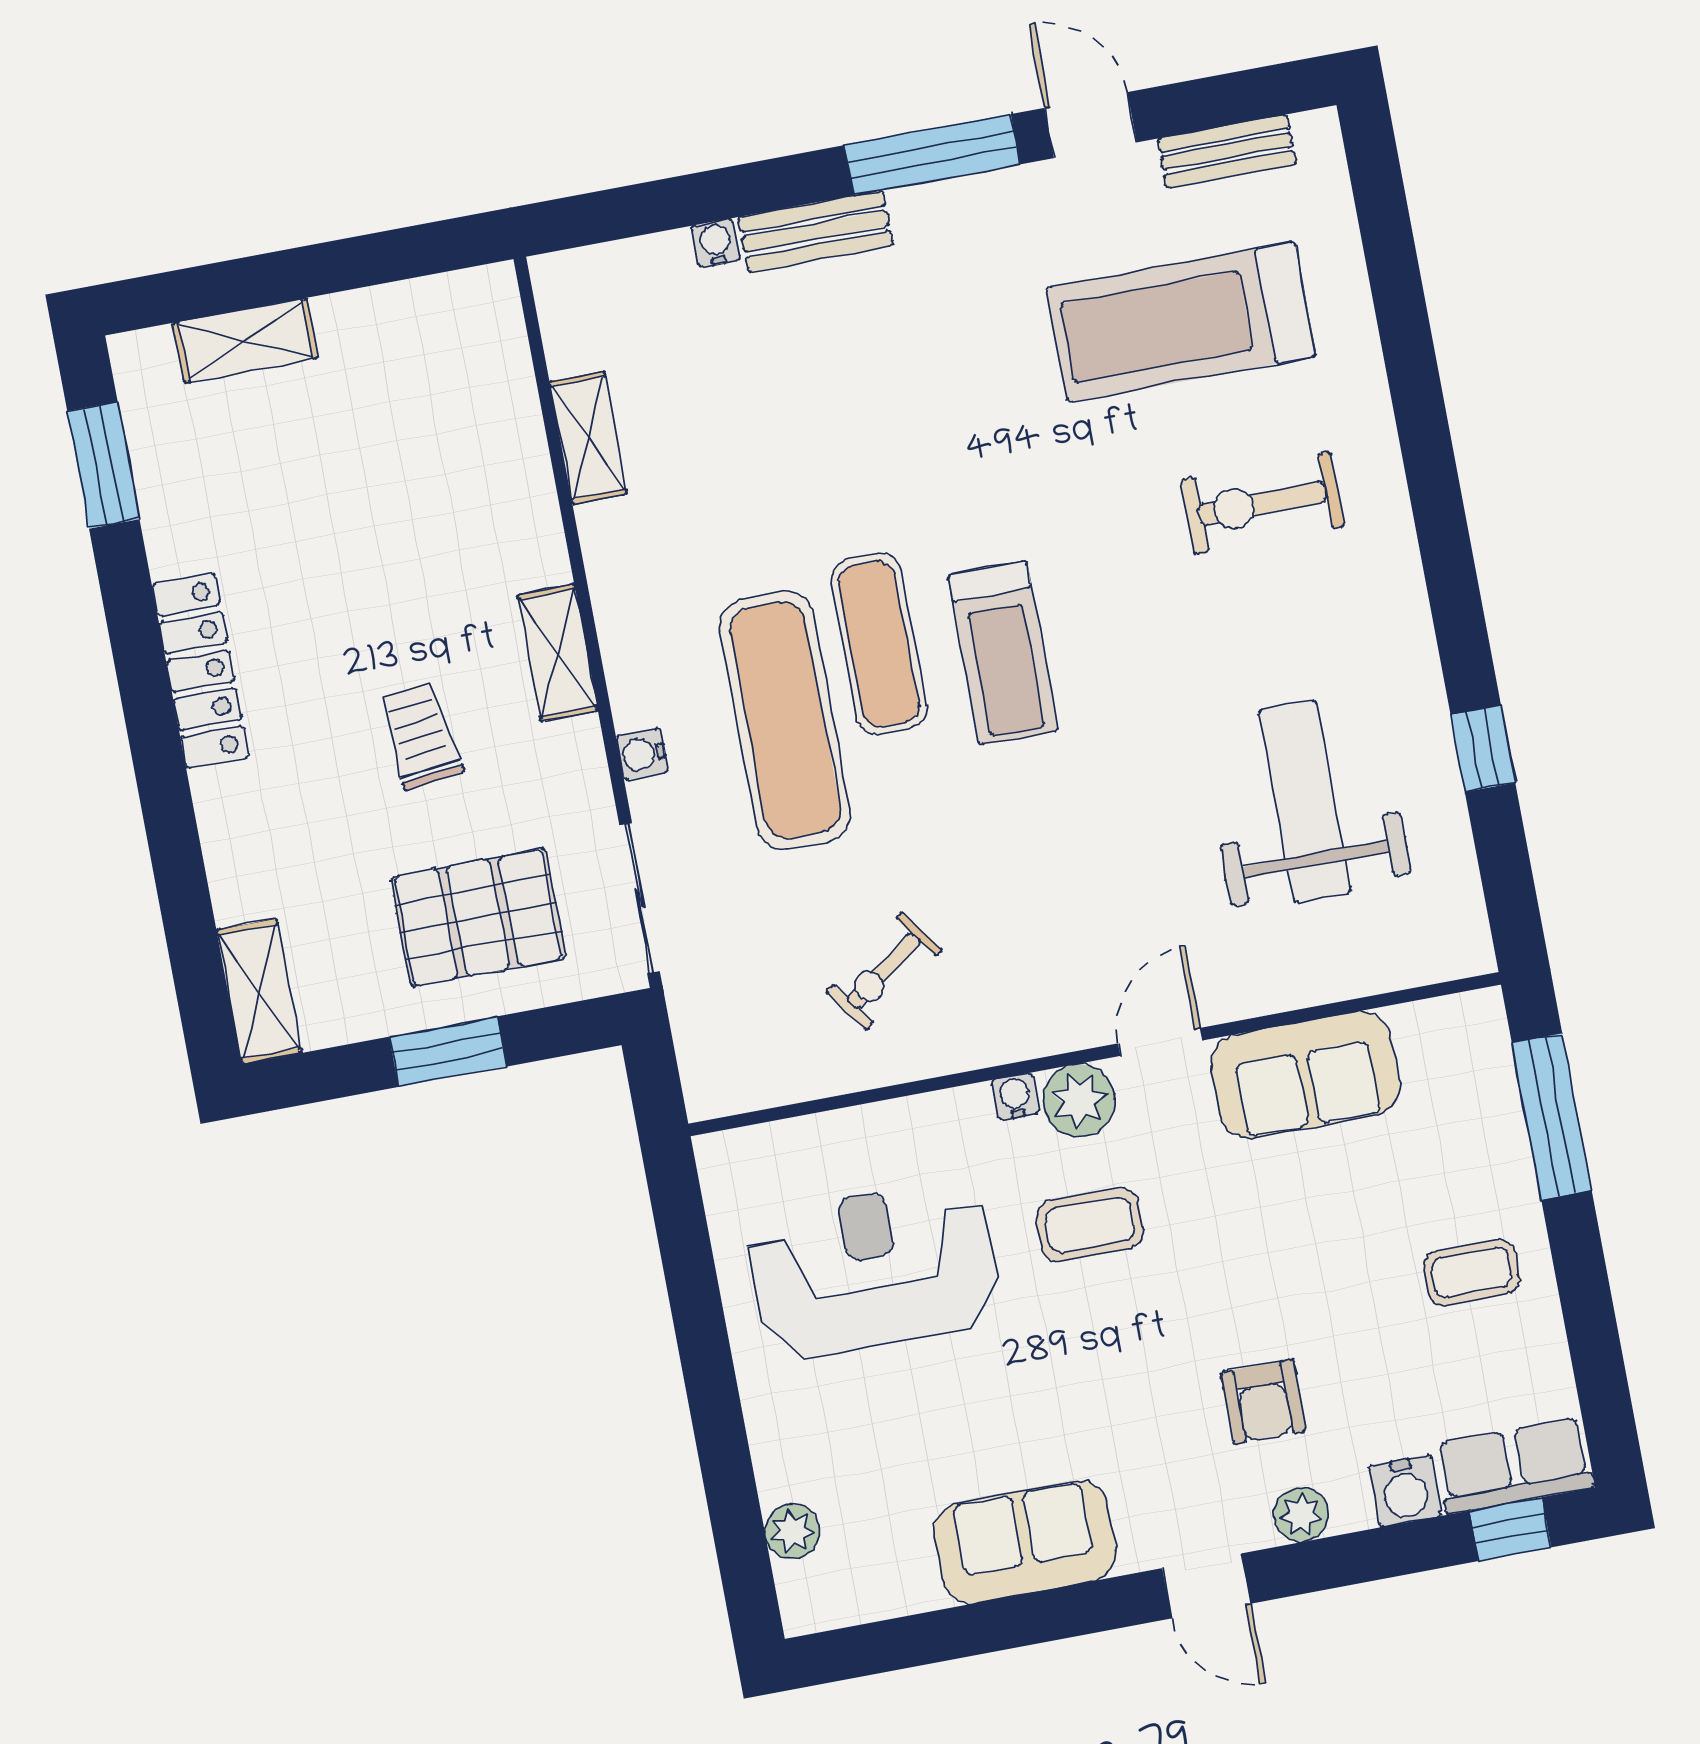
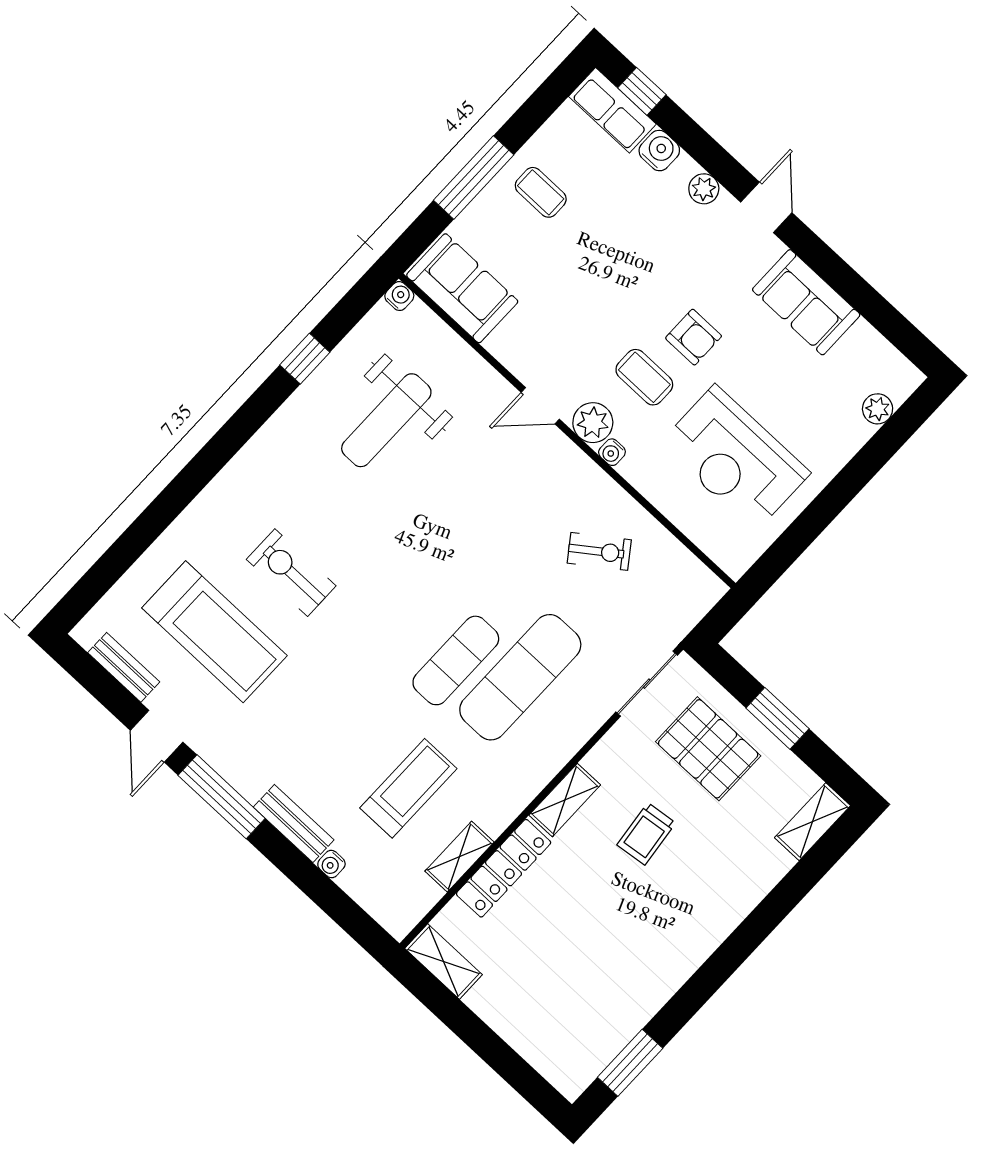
shelving: (245, 340) -> (443, 962), moved
exercise bike: (1262, 503) -> (291, 573), moved, turned 180
treadmill: (1003, 653) -> (408, 788), moved
locker: (200, 671) -> (504, 868), moved, turned 180
water cooler: (642, 754) -> (399, 296), moved, turned -90
sofa: (1305, 1075) -> (462, 288), moved
window: (1552, 1117) -> (474, 178), moved
armchair: (1263, 1402) -> (694, 337), moved, turned 90

